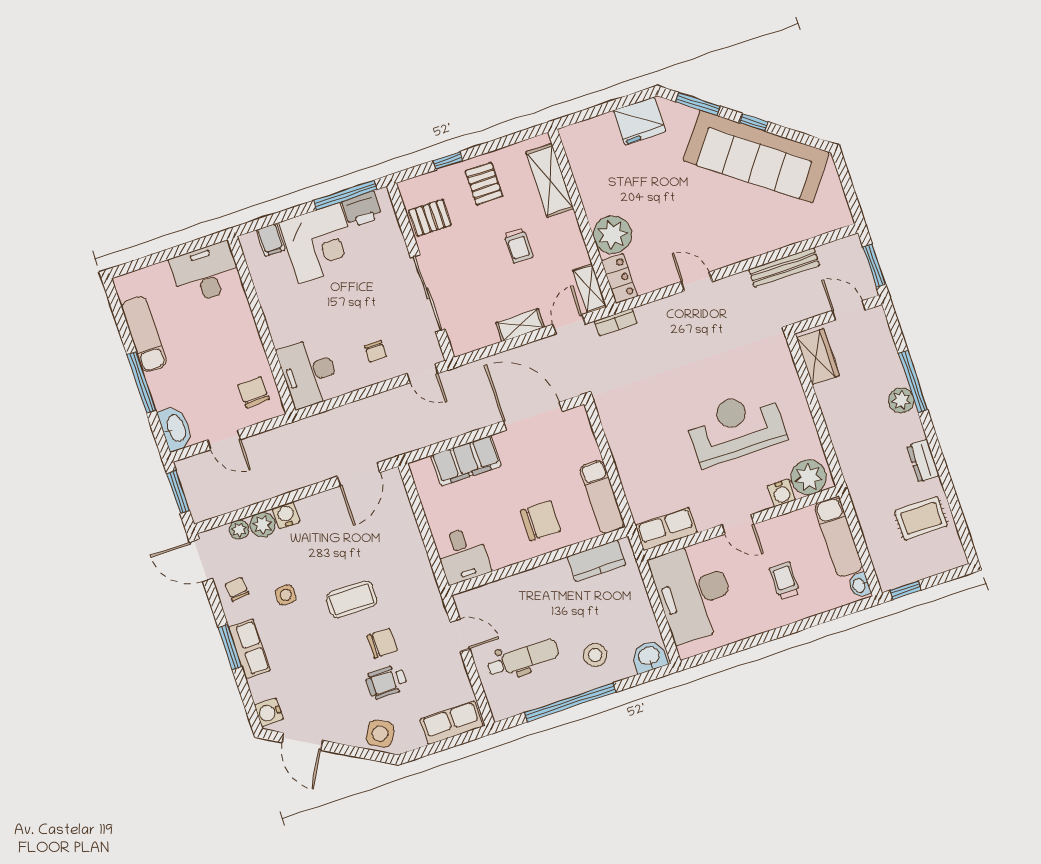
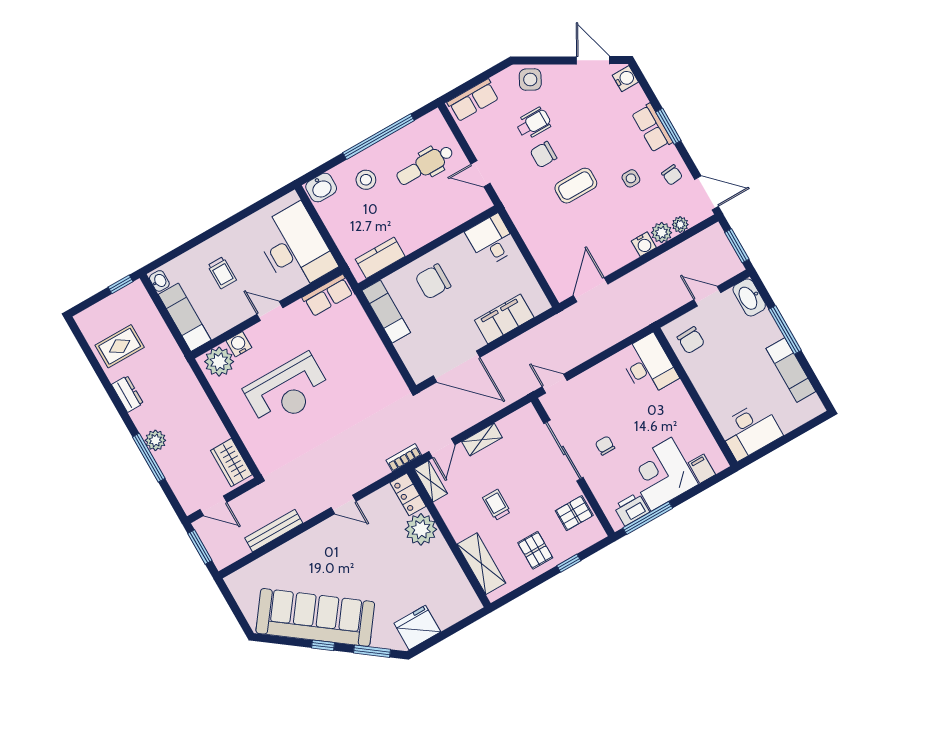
chair: (375, 351) -> (605, 446), moved

